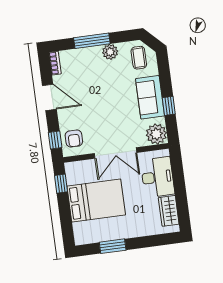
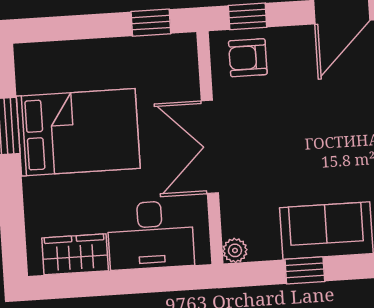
plant: (156, 134) -> (235, 250), width x0.53, depth x0.53
bed: (96, 200) -> (78, 132), moved, turned -90

